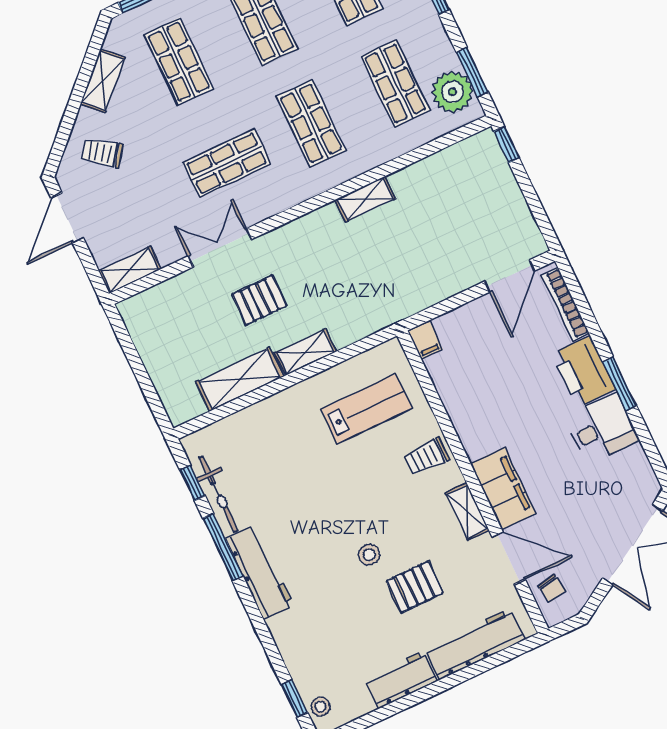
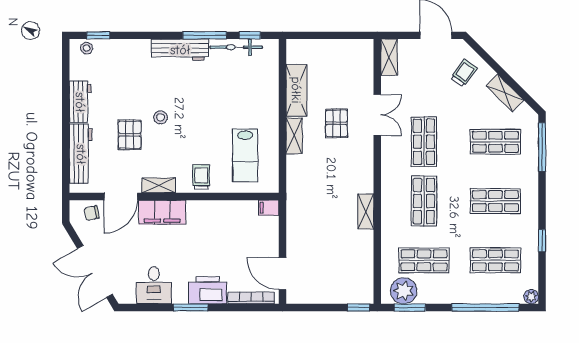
shop shelf: (311, 123) -> (424, 201), turned 90
desk: (602, 429) -> (154, 285), moved

